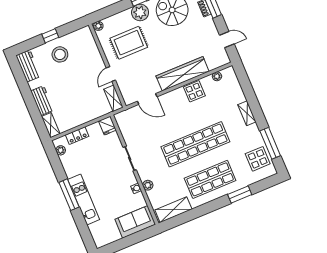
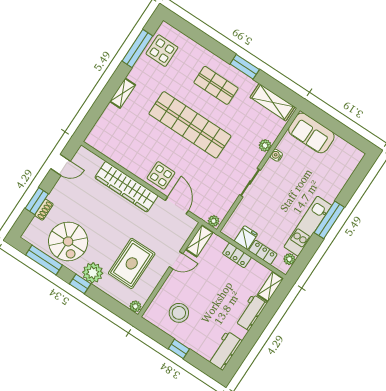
door: (227, 39) -> (61, 165), swing flipped
rug: (129, 43) -> (132, 263), turned 90
stool: (60, 54) -> (179, 313), moved
plant: (217, 76) -> (214, 221), moved
display table: (194, 91) -> (161, 175), moved
locker: (87, 117) -> (237, 255), added
fridge: (107, 126) -> (246, 238), moved
shop shelf: (210, 179) -> (216, 85), width x0.70, depth x0.74
window: (240, 194) -> (245, 67), moved
kitchen unit: (84, 199) -> (308, 226), moved

